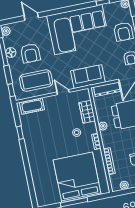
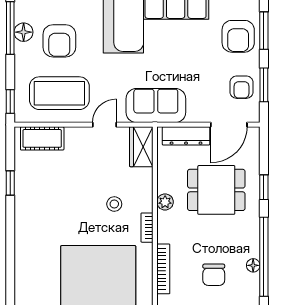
door: (63, 92) -> (104, 125), hinge flipped
wardrobe: (87, 112) -> (141, 147), moved

